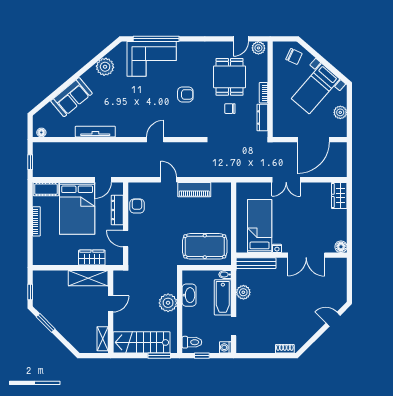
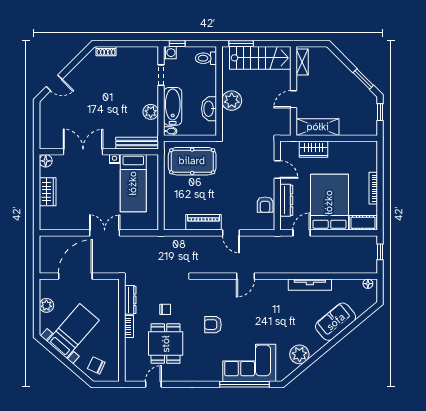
plant: (258, 48) -> (134, 375), removed
wardrobe: (339, 195) -> (48, 192), moved
window: (202, 356) -> (177, 44), moved

